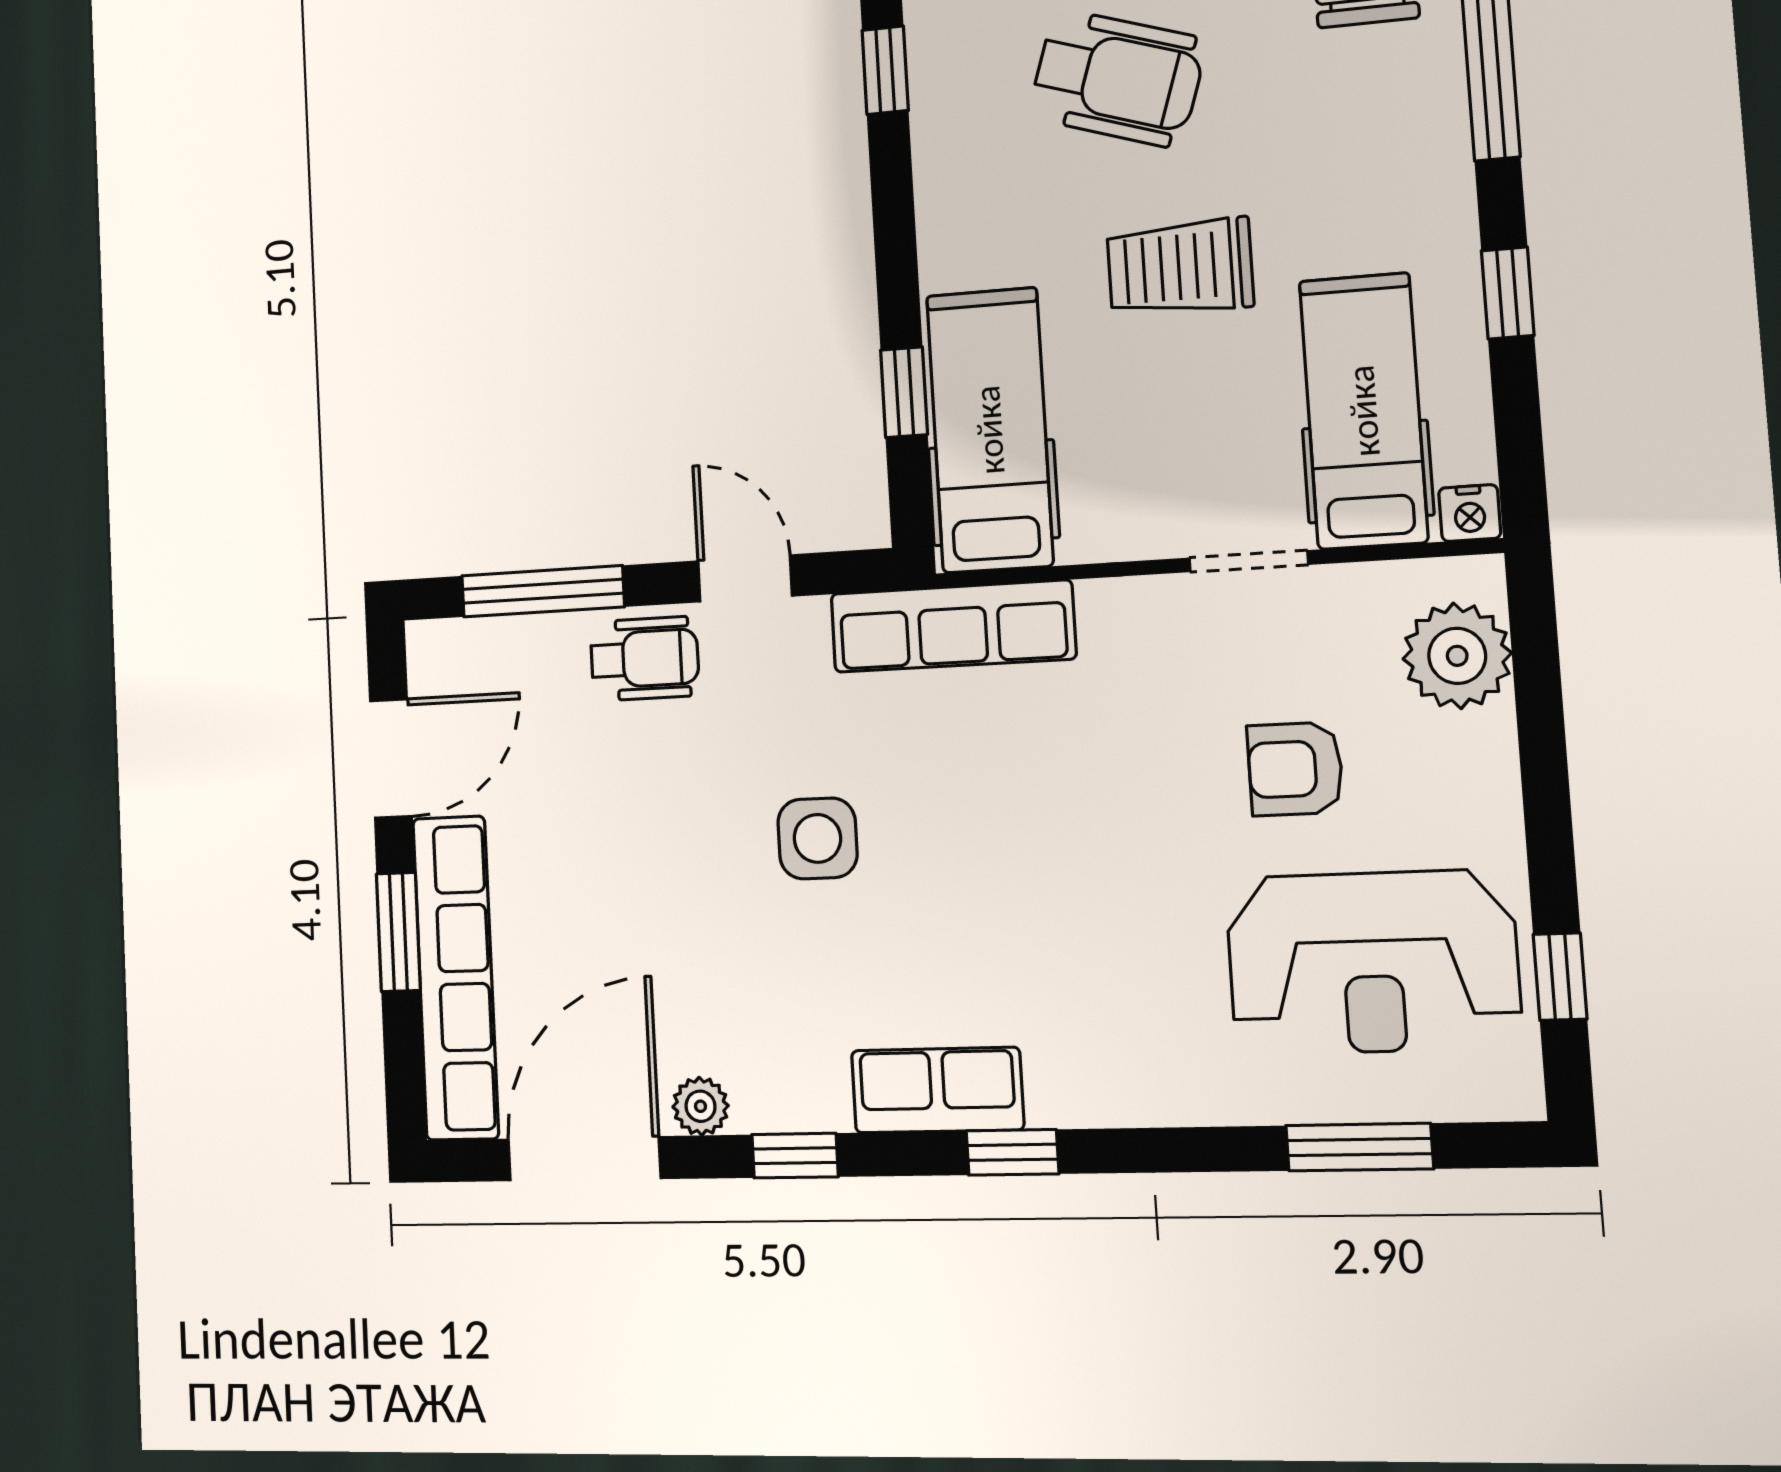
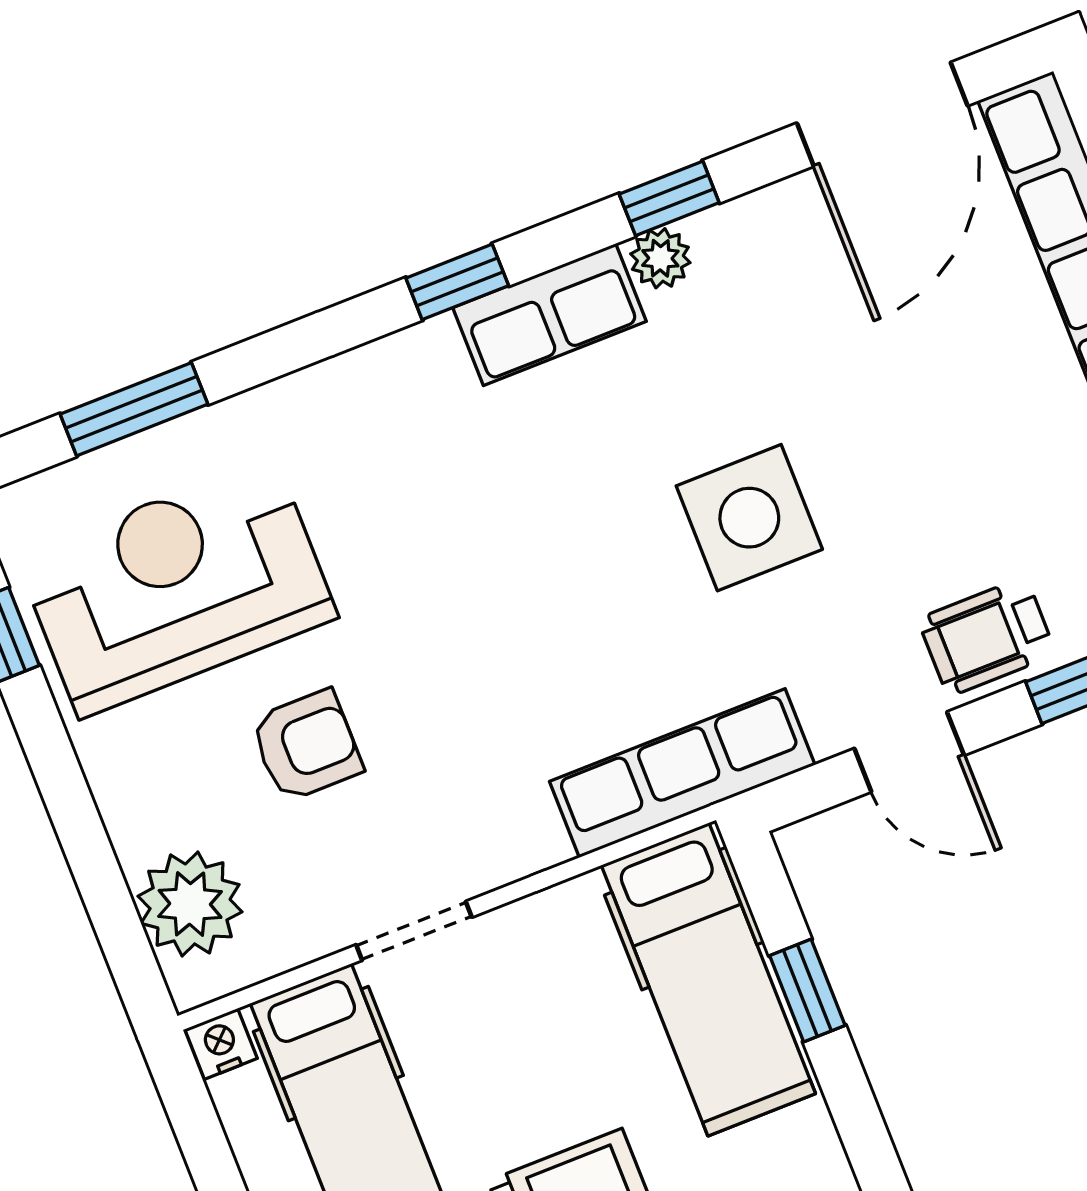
side table: (817, 838) -> (749, 518), width x1.37, depth x1.37
plant: (700, 1106) -> (660, 258), moved

